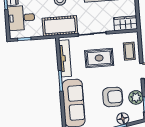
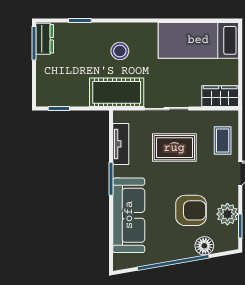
desk: (21, 18) -> (57, 75), removed
tv unit: (65, 58) -> (121, 144), width x0.71

